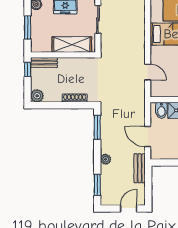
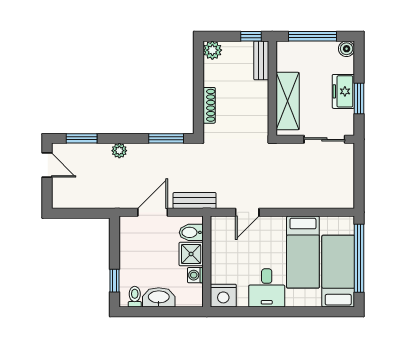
window: (28, 28) -> (313, 36), width x1.44
bench: (140, 168) -> (195, 201), moved
door: (129, 209) -> (47, 165), moved

